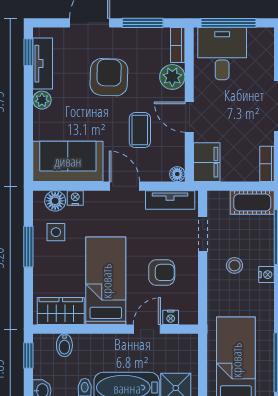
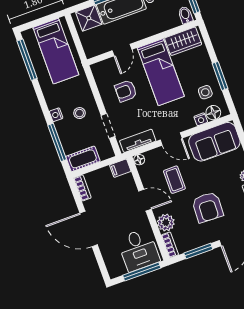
filing cabinet: (207, 162) -> (120, 168), width x0.50
nightstand: (171, 317) -> (109, 63), removed
bidet: (64, 345) -> (185, 15), moved

